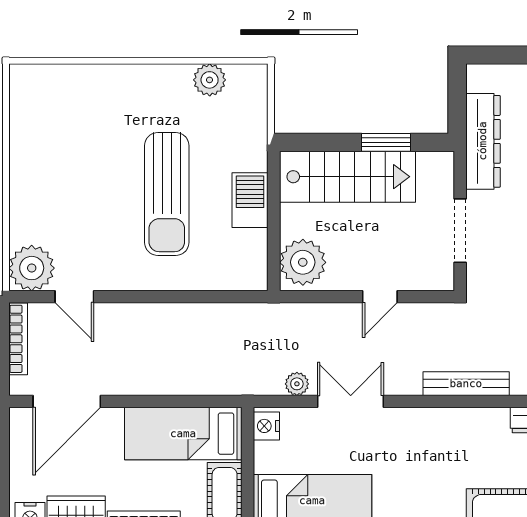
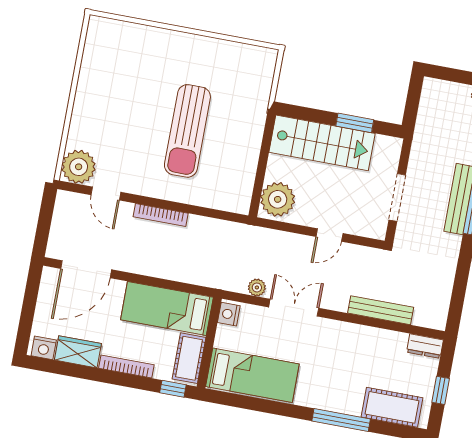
plant: (210, 80) -> (234, 53), removed
dresser: (483, 141) -> (426, 135), removed
barbecue: (250, 200) -> (248, 147), removed
bookcase: (18, 339) -> (161, 215), moved, turned 90

